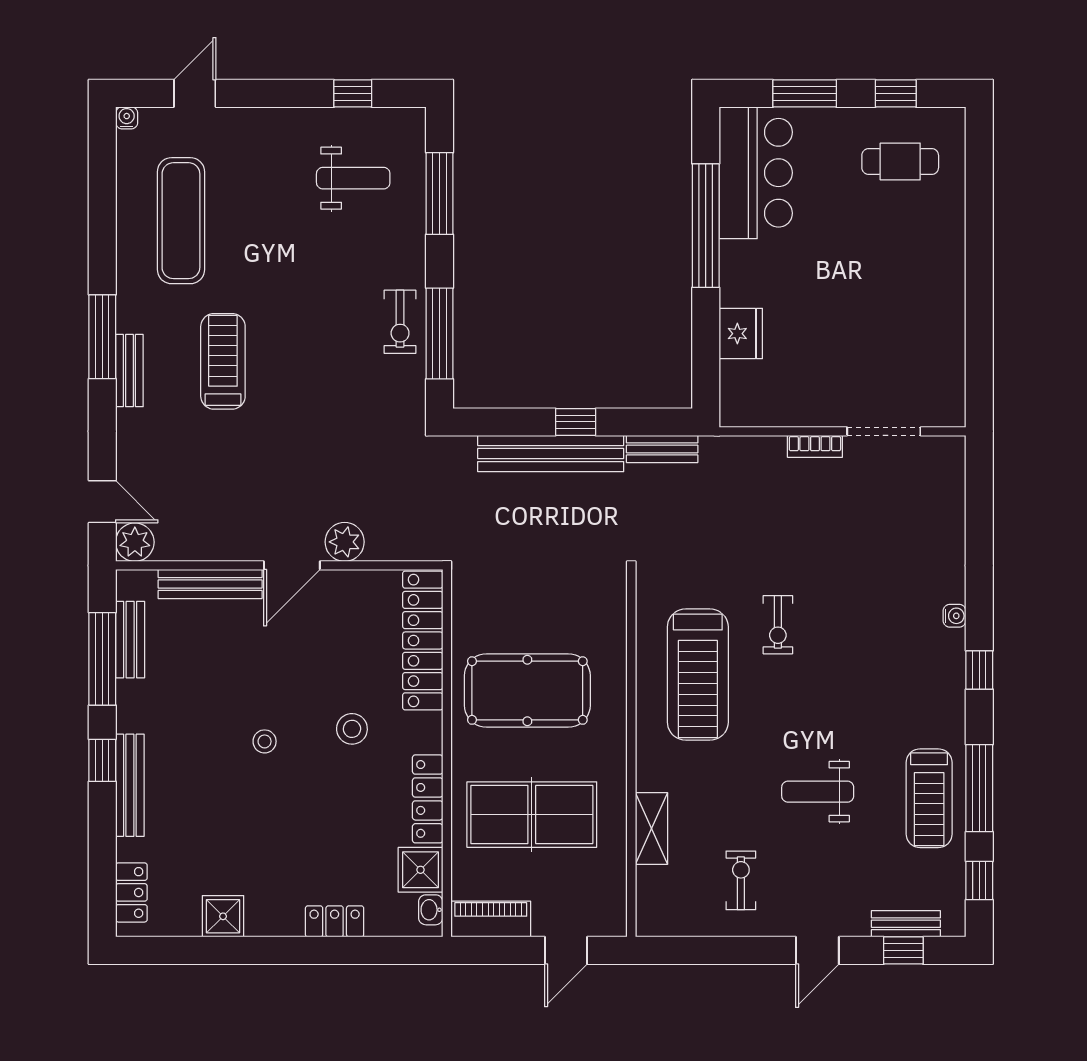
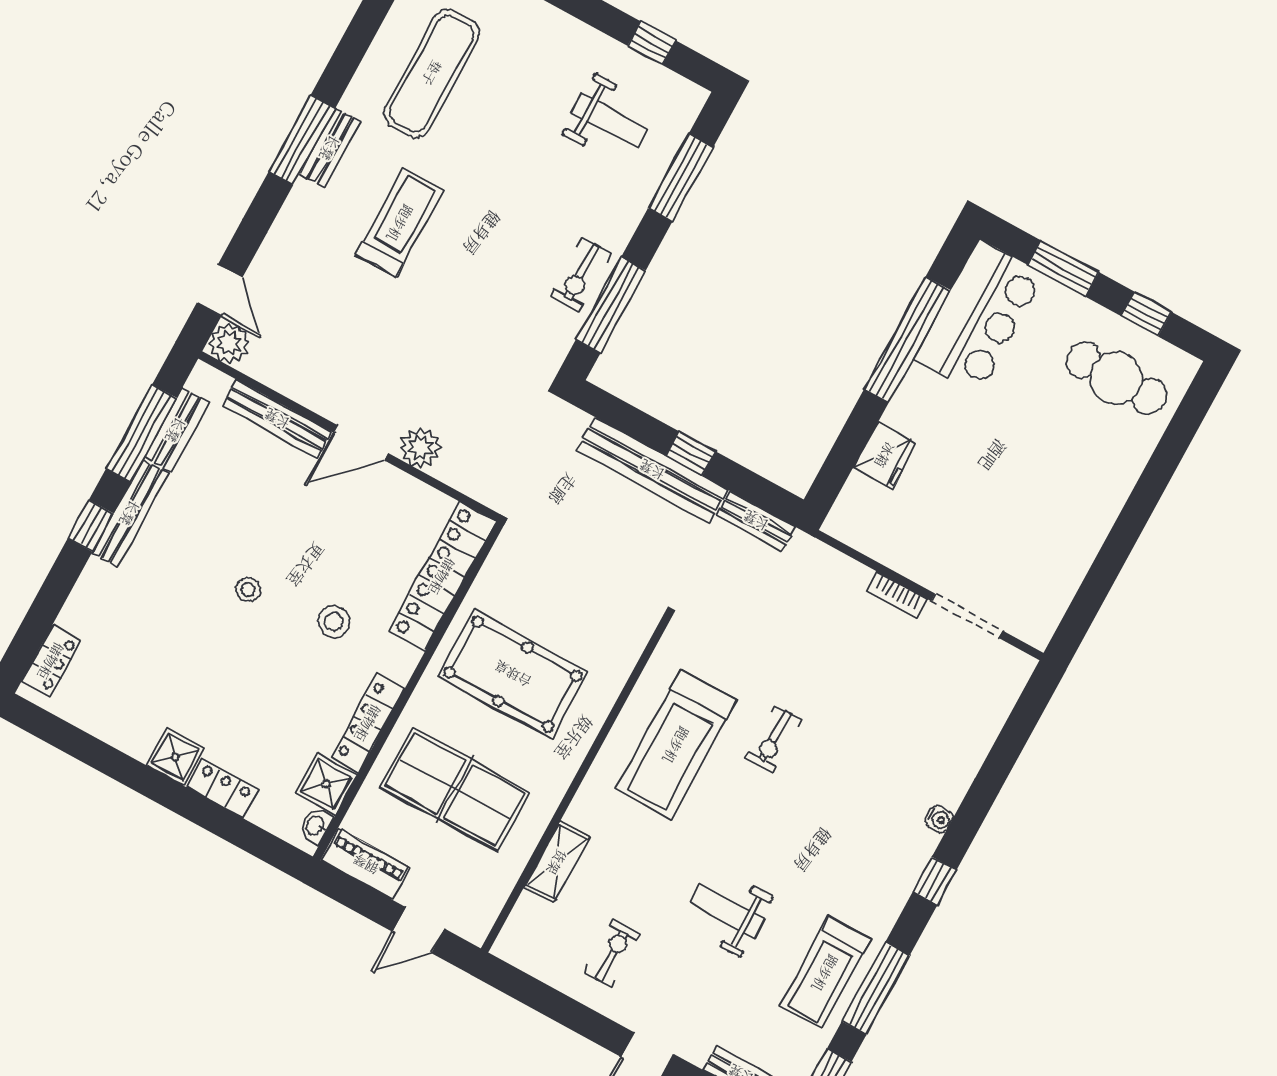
cafe table: (900, 161) -> (1116, 378), width x1.37, depth x1.35
bench: (129, 371) -> (330, 148), moved
bench: (130, 785) -> (130, 513), moved
shower: (223, 916) -> (175, 757), moved

